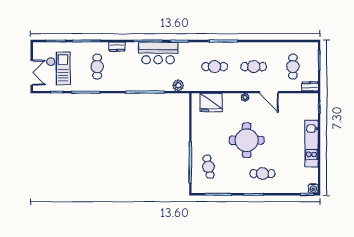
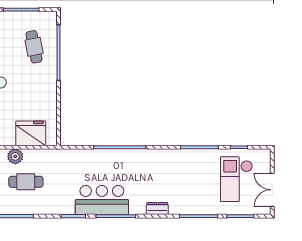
cafe table: (97, 67) -> (184, 182), removed
double door: (32, 73) -> (272, 190), moved
plant: (178, 85) -> (15, 156), moved

